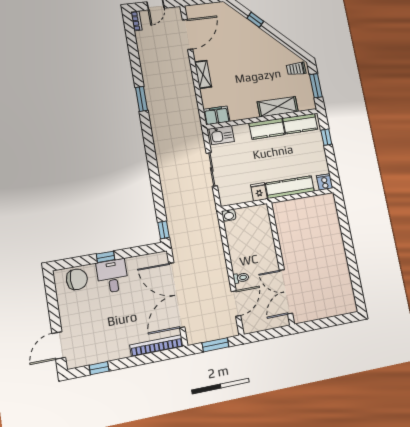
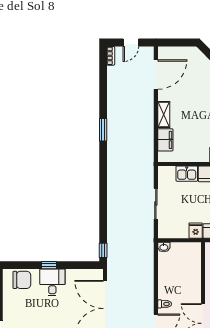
filing cabinet: (217, 115) -> (165, 140), moved, turned 90
kitchen sink: (222, 135) -> (187, 174), moved

